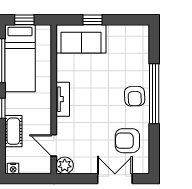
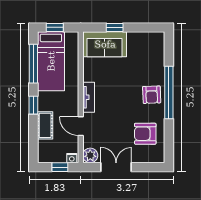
door: (54, 145) -> (81, 126), moved
nightstand: (13, 169) -> (72, 158), moved
window: (30, 179) -> (60, 167), added
double door: (115, 179) -> (116, 167), moved

